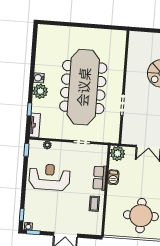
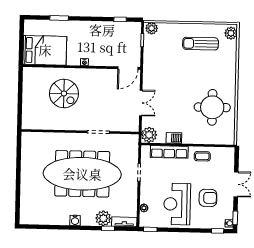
plant: (40, 91) -> (103, 218), moved
row of seats: (100, 178) -> (169, 152), width x1.48
armchair: (54, 207) -> (208, 198), added

